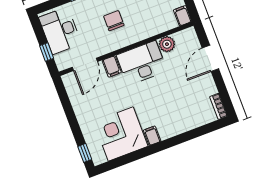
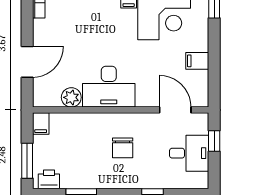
desk: (60, 31) -> (189, 153), width x0.73
door: (85, 64) -> (175, 110), hinge flipped
filing cabinet: (112, 66) -> (197, 61), moved, turned -90

